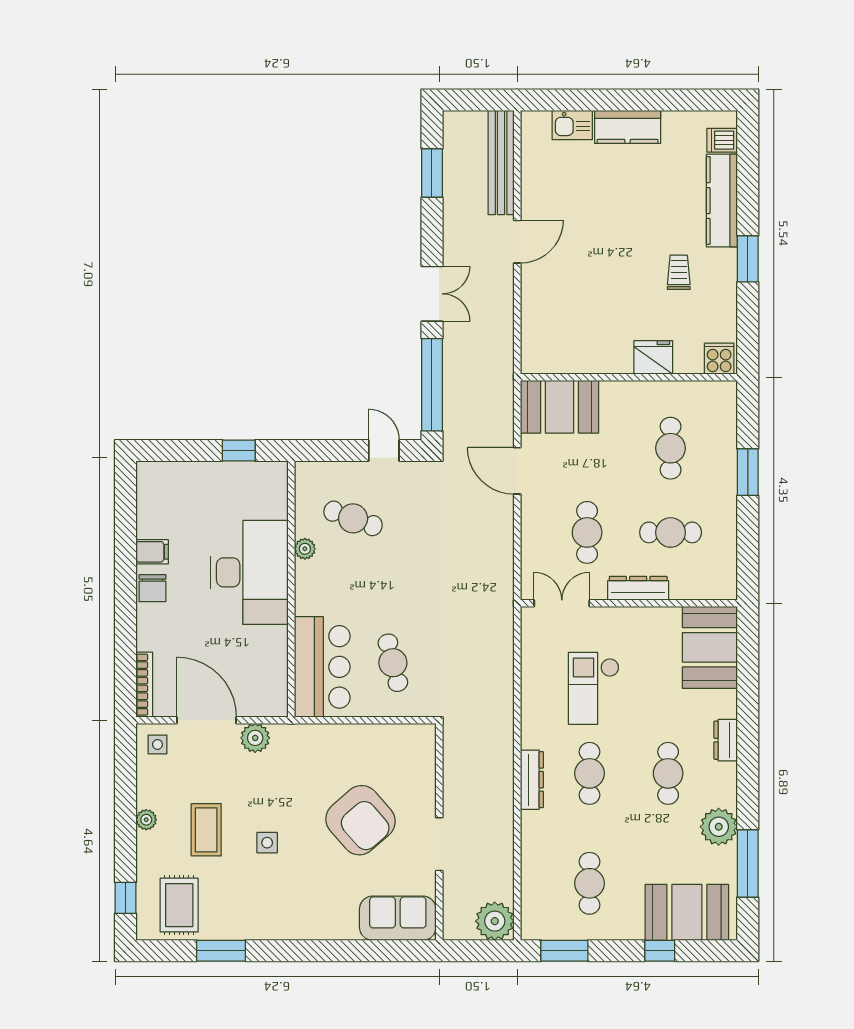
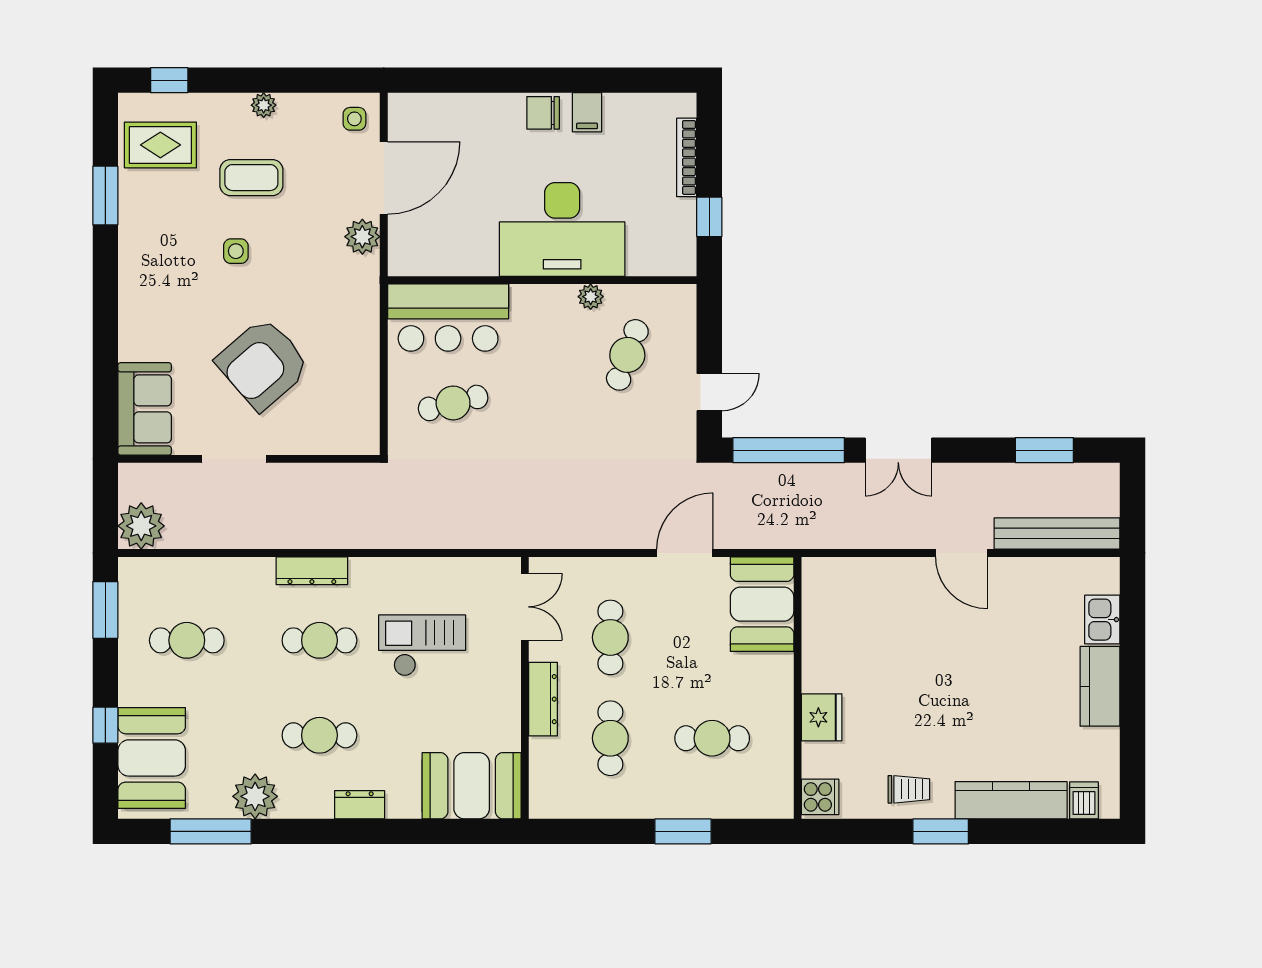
trolley: (679, 272) -> (909, 789), moved
cafe table: (587, 532) -> (610, 637), turned 90
bookcase: (144, 685) -> (687, 157), moved, turned 90

